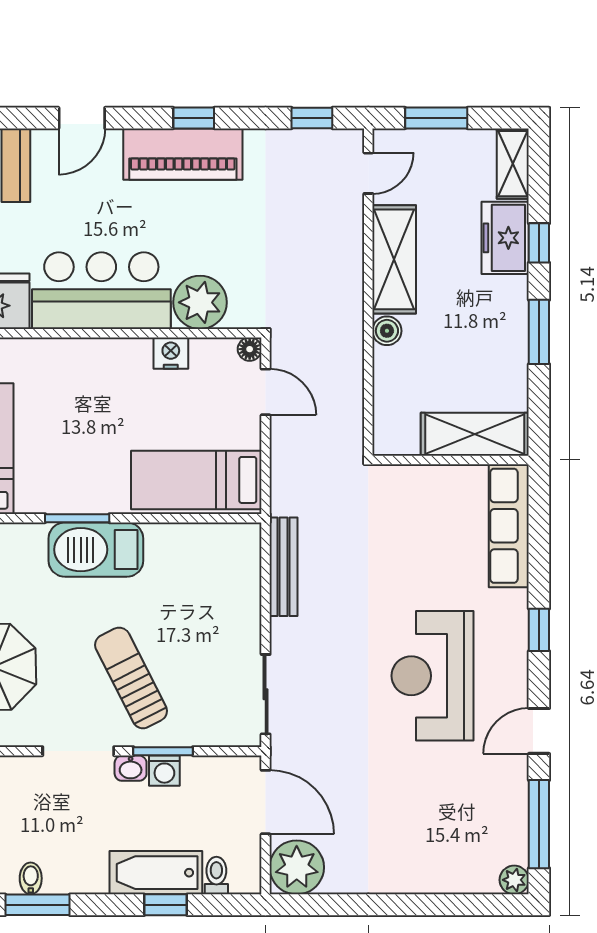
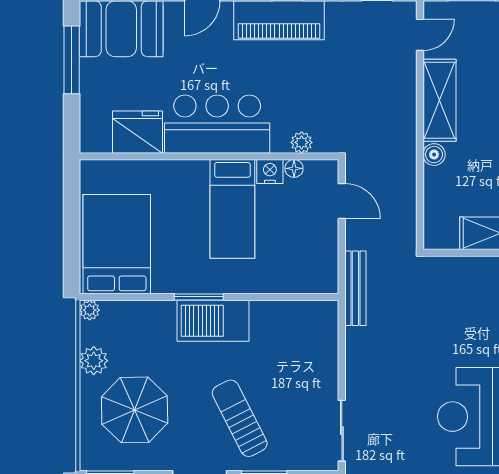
plant: (200, 302) -> (302, 142), width x0.53, depth x0.53
floor lamp: (250, 349) -> (294, 168), moved
bed: (196, 480) -> (232, 209), moved, turned -90
bench: (283, 567) -> (355, 288), moved

